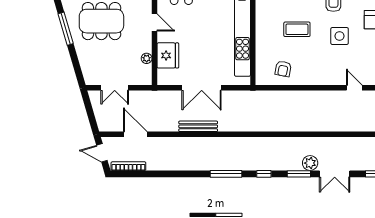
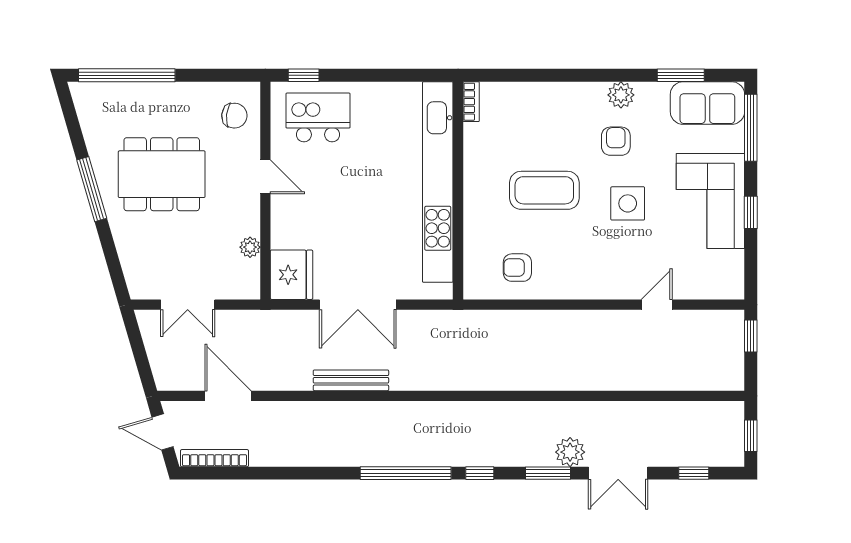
coffee table: (297, 29) -> (544, 190), width x1.36, depth x1.32
fridge: (168, 55) -> (292, 275), moved
armchair: (283, 69) -> (517, 268), turned 79
door: (354, 88) -> (657, 305), hinge flipped
window: (226, 174) -> (406, 473), width x1.46

